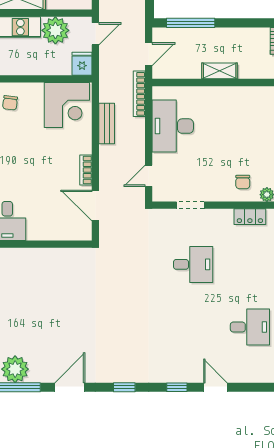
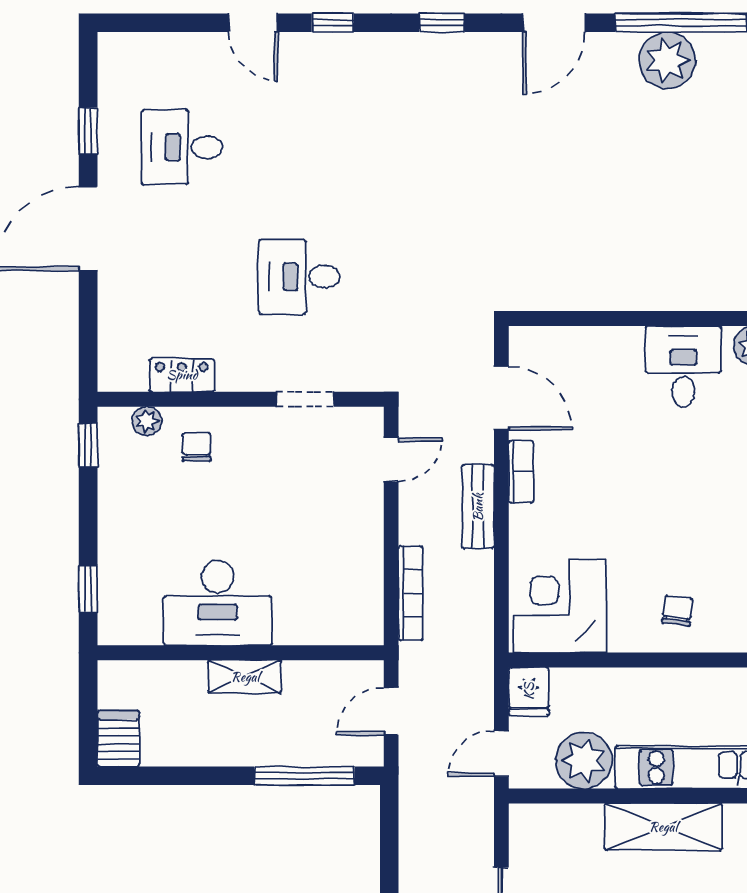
bookcase: (139, 94) -> (411, 593), moved
bench: (107, 123) -> (478, 507), moved
desk: (173, 126) -> (218, 603), moved, turned 90

